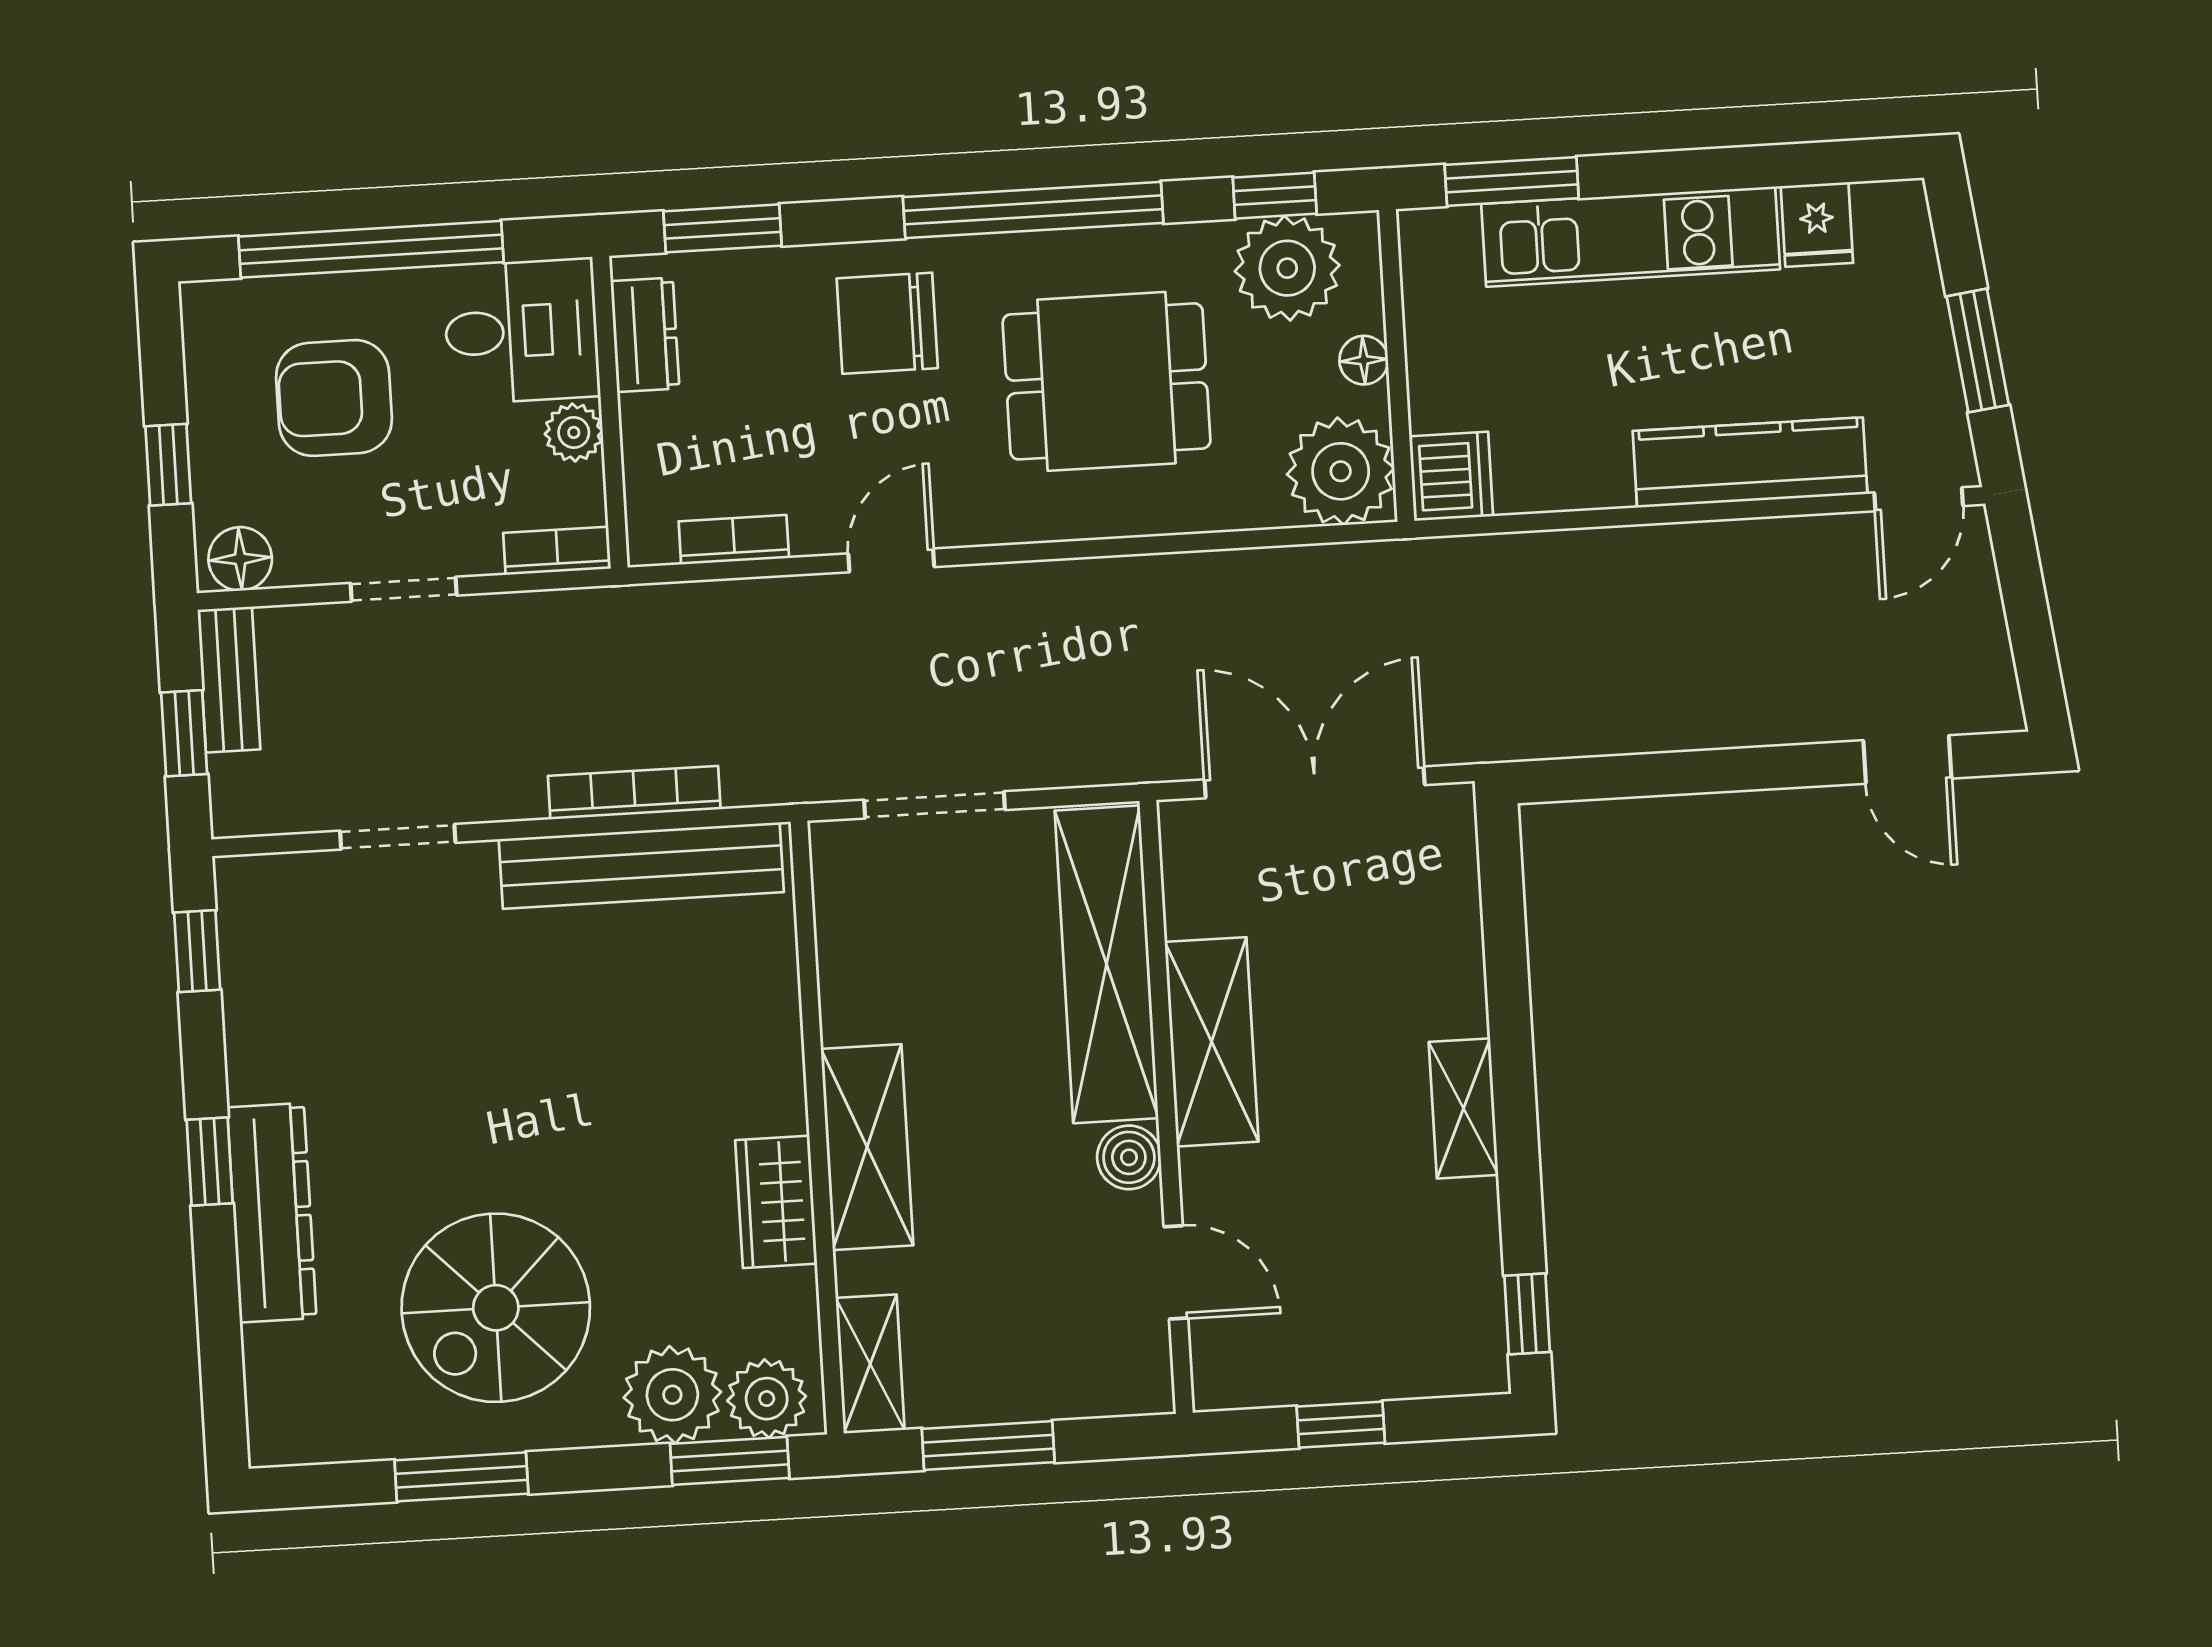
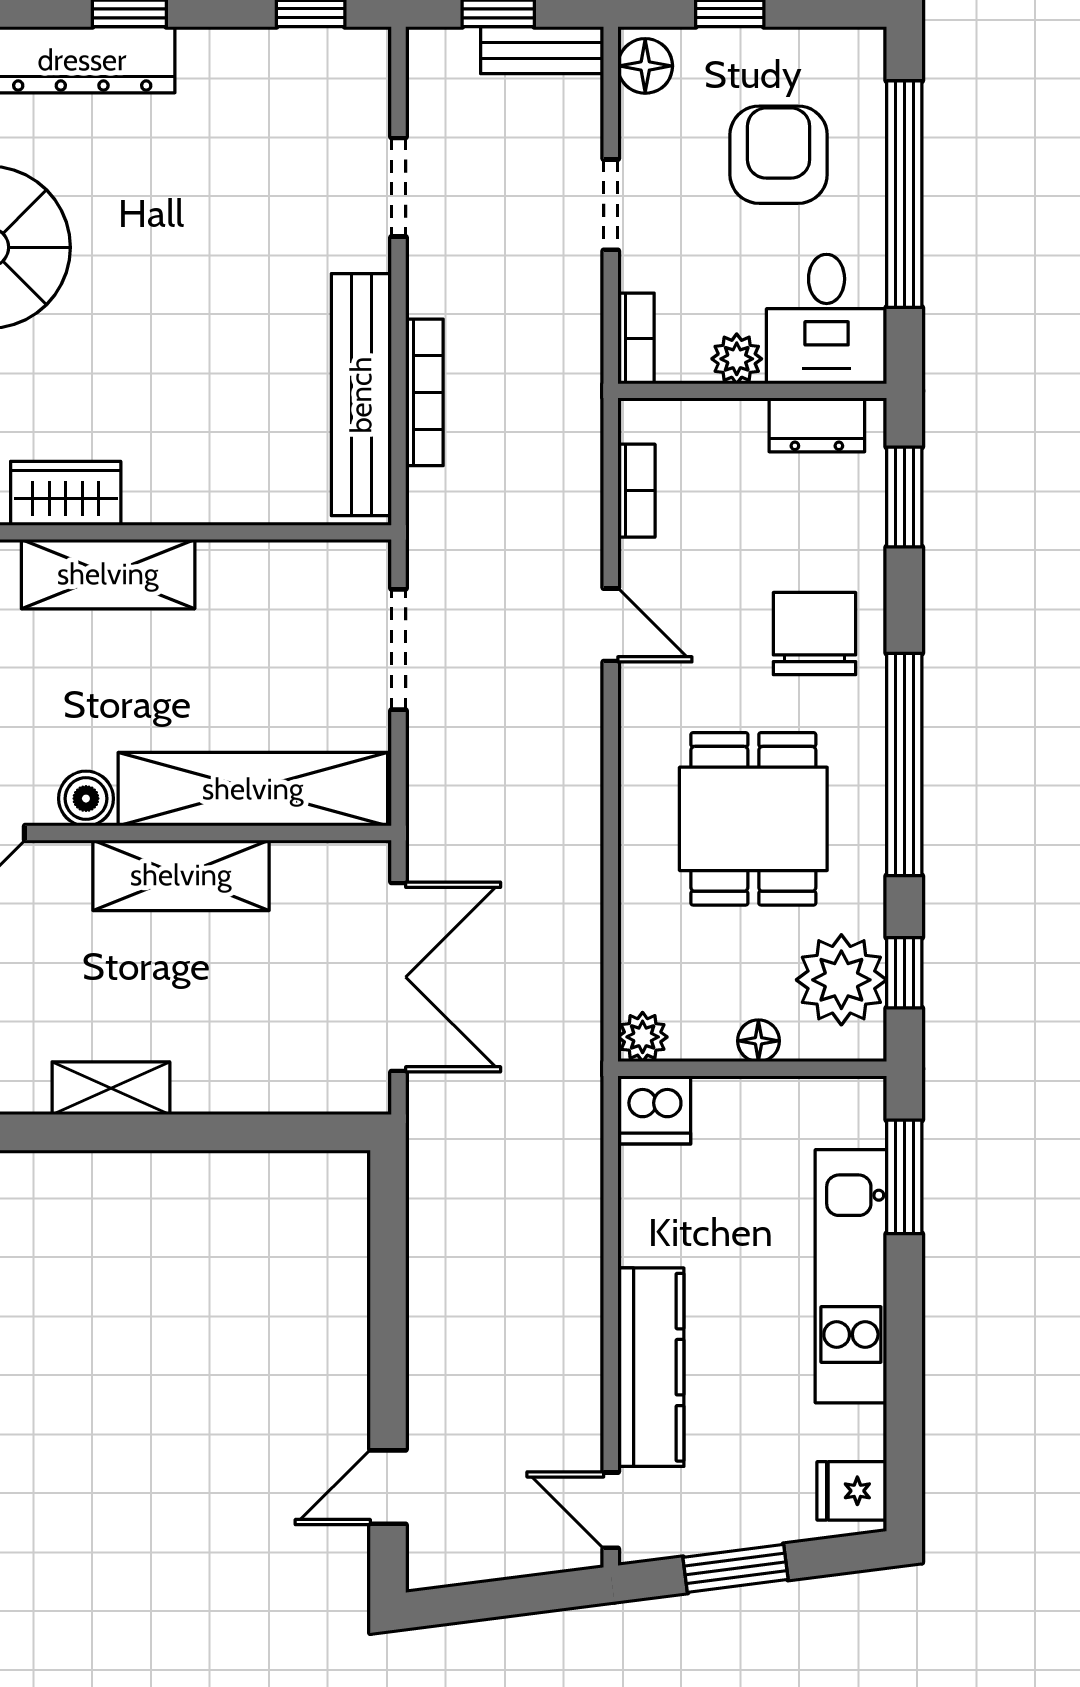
fridge: (1817, 225) -> (852, 1491), moved
plant: (1341, 471) -> (643, 1037), width x0.53, depth x0.53

